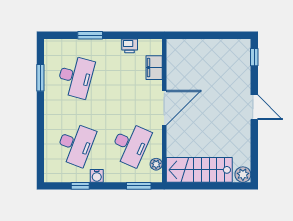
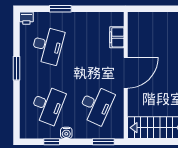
printer: (130, 46) -> (26, 18), moved
window: (40, 78) -> (16, 68), moved
plant: (156, 164) -> (119, 123), removed

